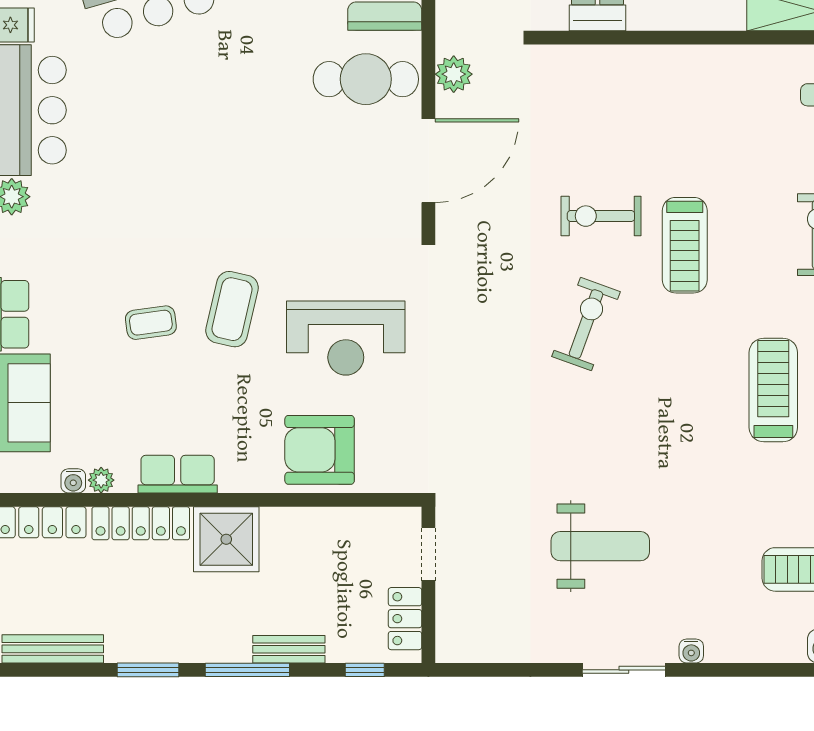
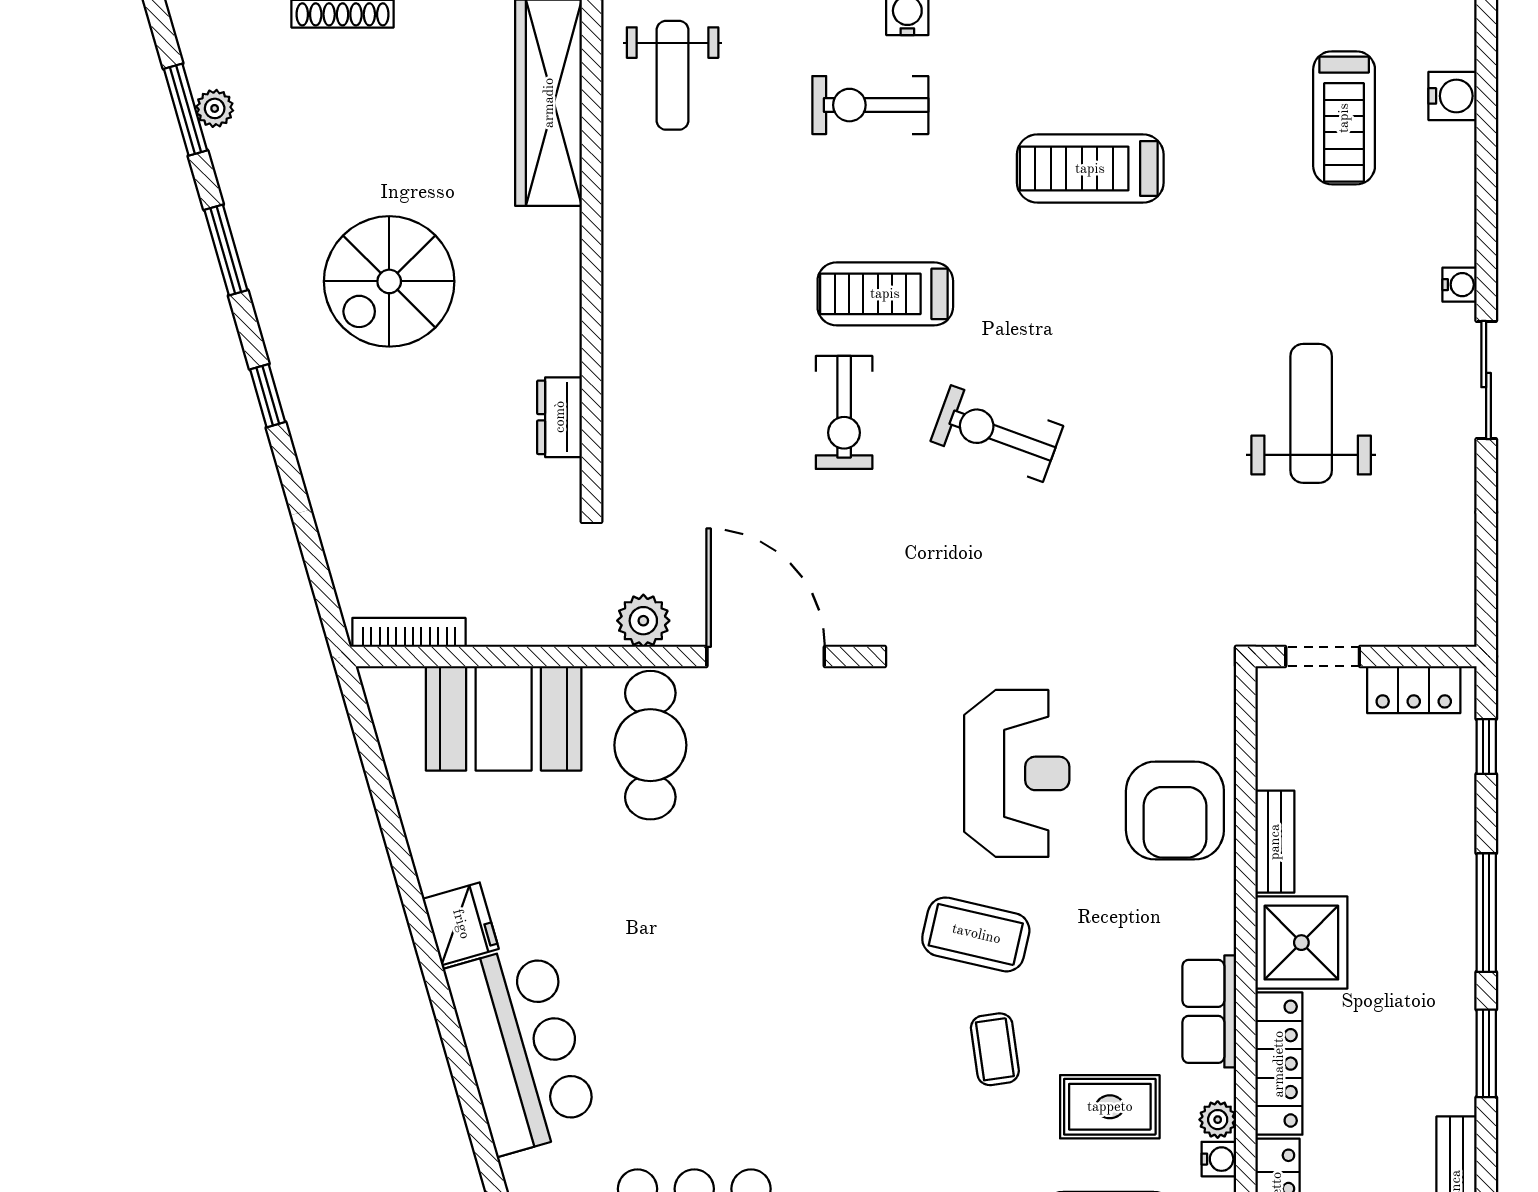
treadmill: (685, 245) -> (885, 294), turned 180
rug: (110, 404) -> (1110, 1107), added
bench: (289, 649) -> (1275, 842), moved

